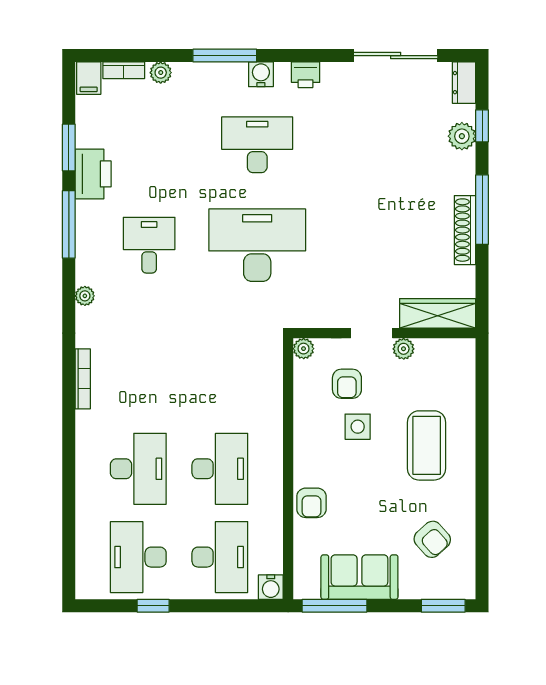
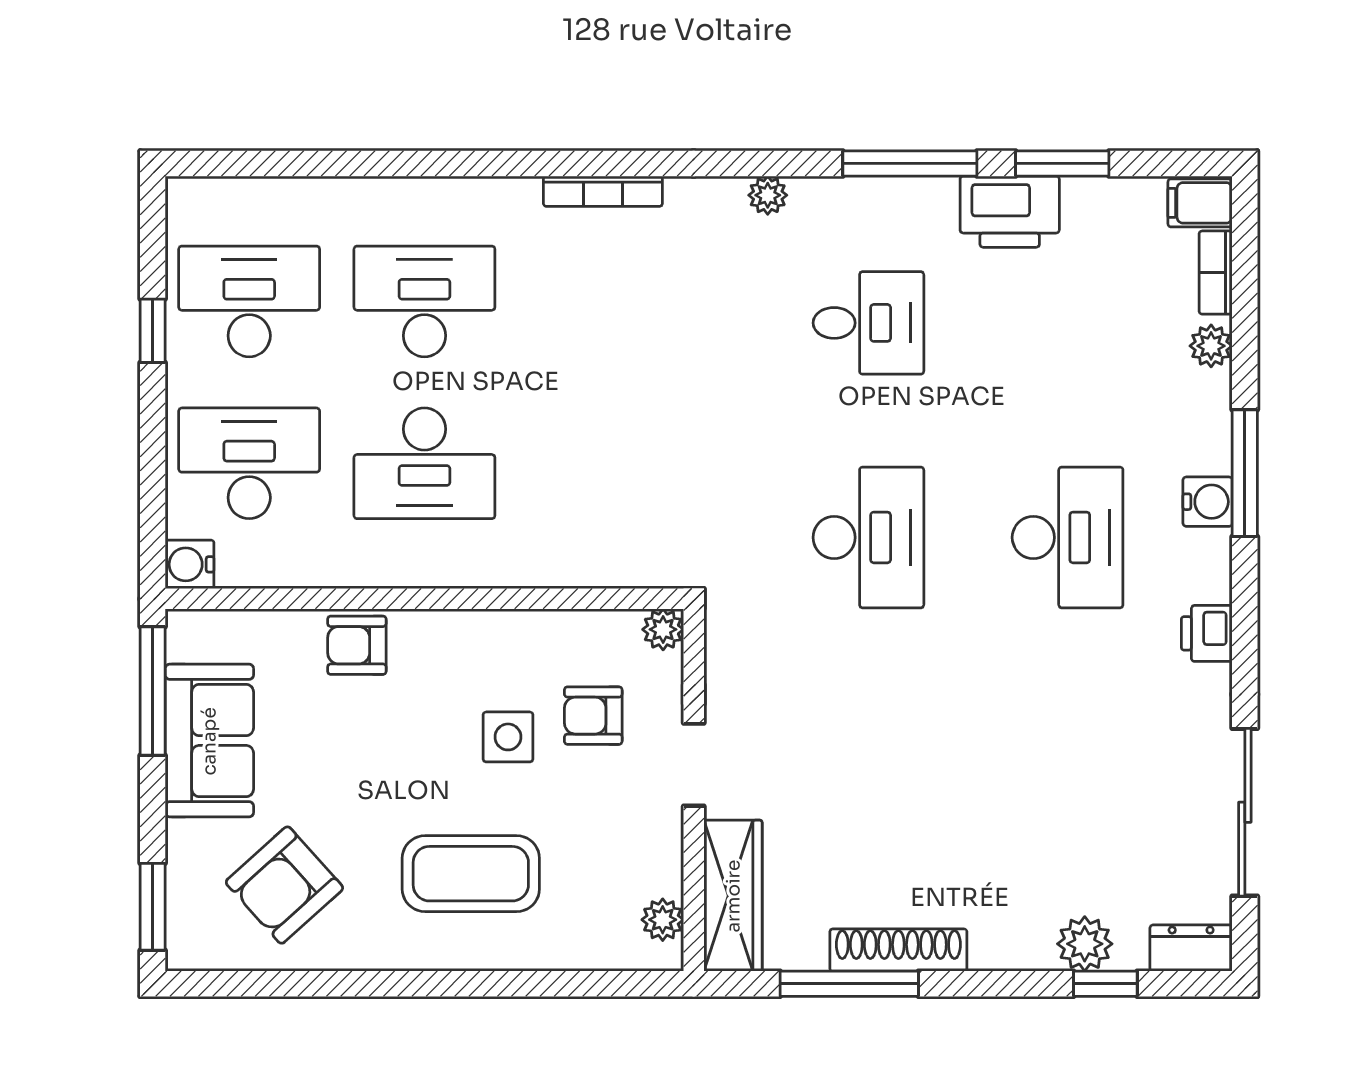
water cooler: (261, 74) -> (1208, 502), moved
window: (482, 210) -> (849, 984), moved
desk: (257, 245) -> (868, 537), width x0.73, depth x0.77
plant: (404, 349) -> (663, 920), moved
desk: (138, 469) -> (424, 301), turned 180
armchair: (432, 539) -> (284, 885), width x1.38, depth x1.38
desk: (220, 557) -> (249, 463), turned 180

